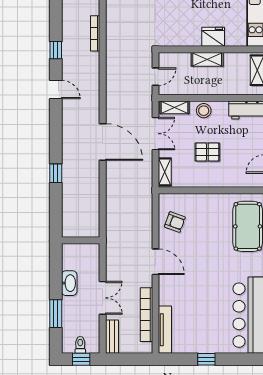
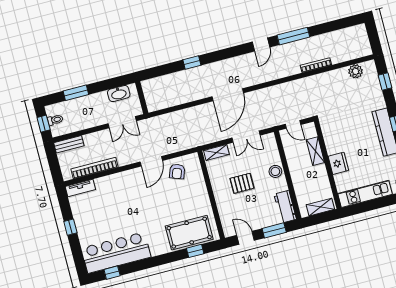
window: (56, 50) -> (293, 36), width x2.17
shelving: (207, 59) -> (315, 151), moved
shelving: (175, 107) -> (272, 147), removed
pallet: (207, 152) -> (242, 183), turned 90
door: (156, 262) -> (151, 161), moved
washbasin: (69, 283) -> (119, 94), moved
double door: (103, 298) -> (122, 122), moved
tv unit: (165, 330) -> (80, 188), width x0.71

